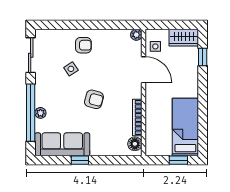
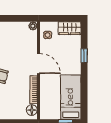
window: (203, 57) -> (84, 56), moved
door: (144, 70) -> (38, 64), moved

